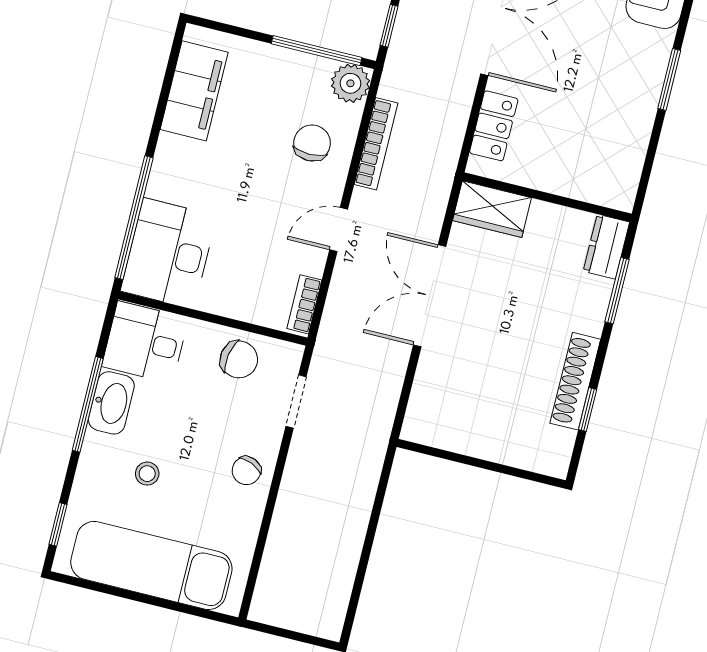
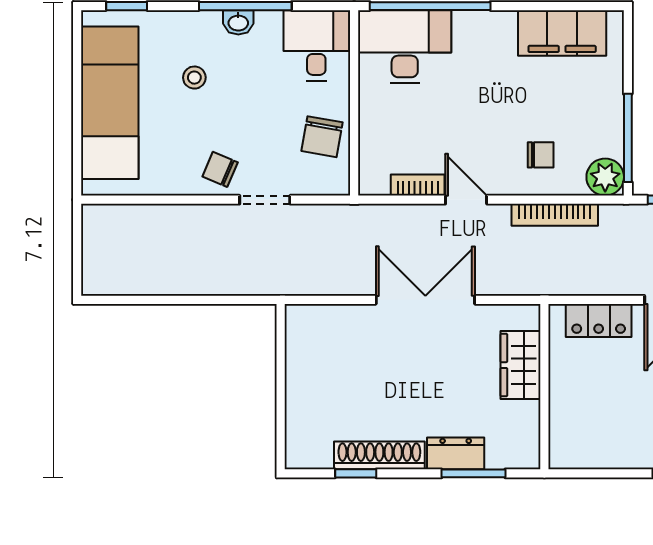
chair: (312, 143) -> (541, 155), width x0.73, depth x0.73
wardrobe: (492, 209) -> (521, 365), moved
dresser: (606, 247) -> (456, 453), moved
bookcase: (304, 304) -> (418, 185), moved
doorway: (296, 401) -> (265, 200), moved
washbasin: (111, 403) -> (238, 22), width x0.52, depth x0.69

